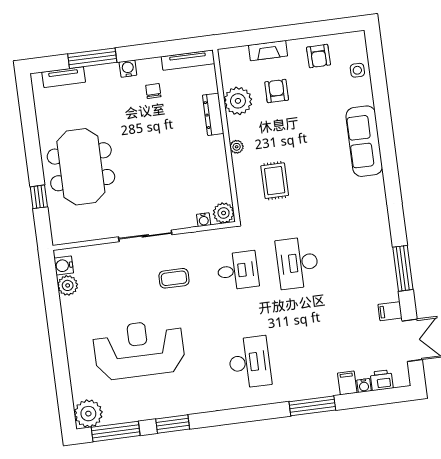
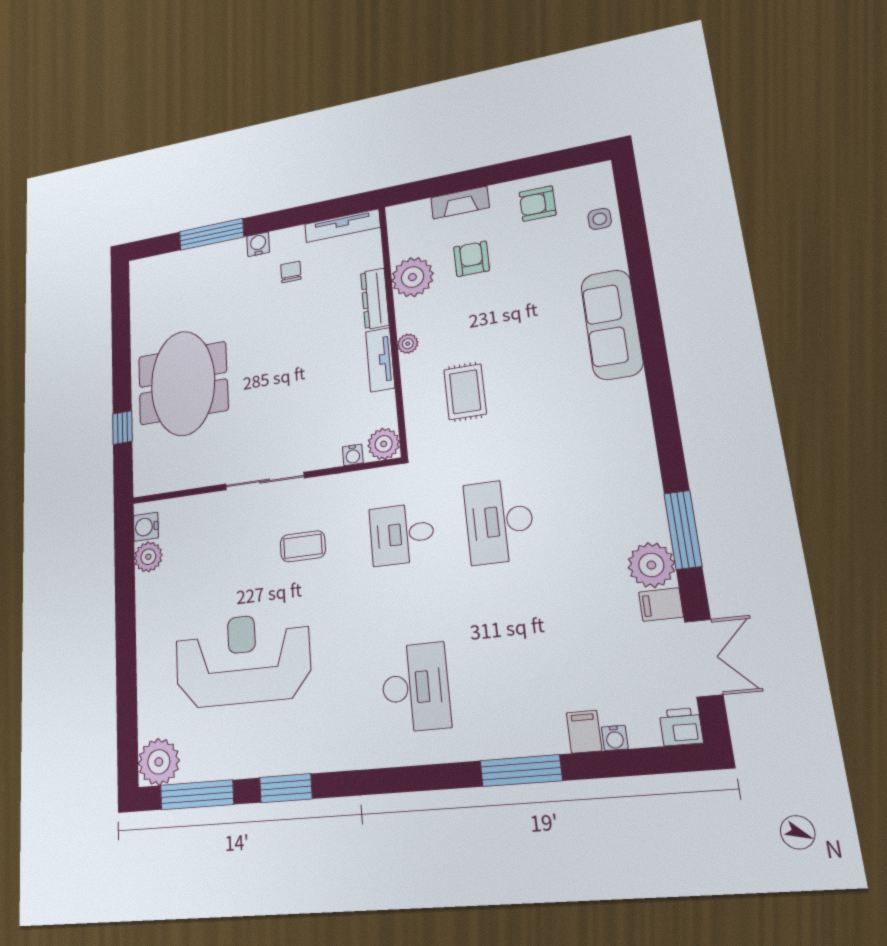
armchair: (319, 56) -> (538, 204), turned 91
tv unit: (64, 77) -> (380, 360), moved, turned 90
desk: (238, 271) -> (402, 534), turned 180
plant: (385, 289) -> (651, 565), added
printer: (382, 380) -> (681, 727), moved

